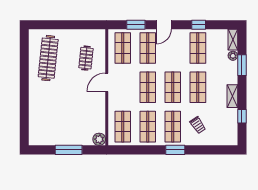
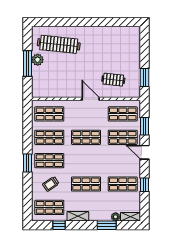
window: (84, 25) -> (144, 78), added
clothes rail: (48, 58) -> (59, 44), moved
shop shelf: (173, 87) -> (49, 207), moved
plant: (99, 139) -> (38, 60), moved

